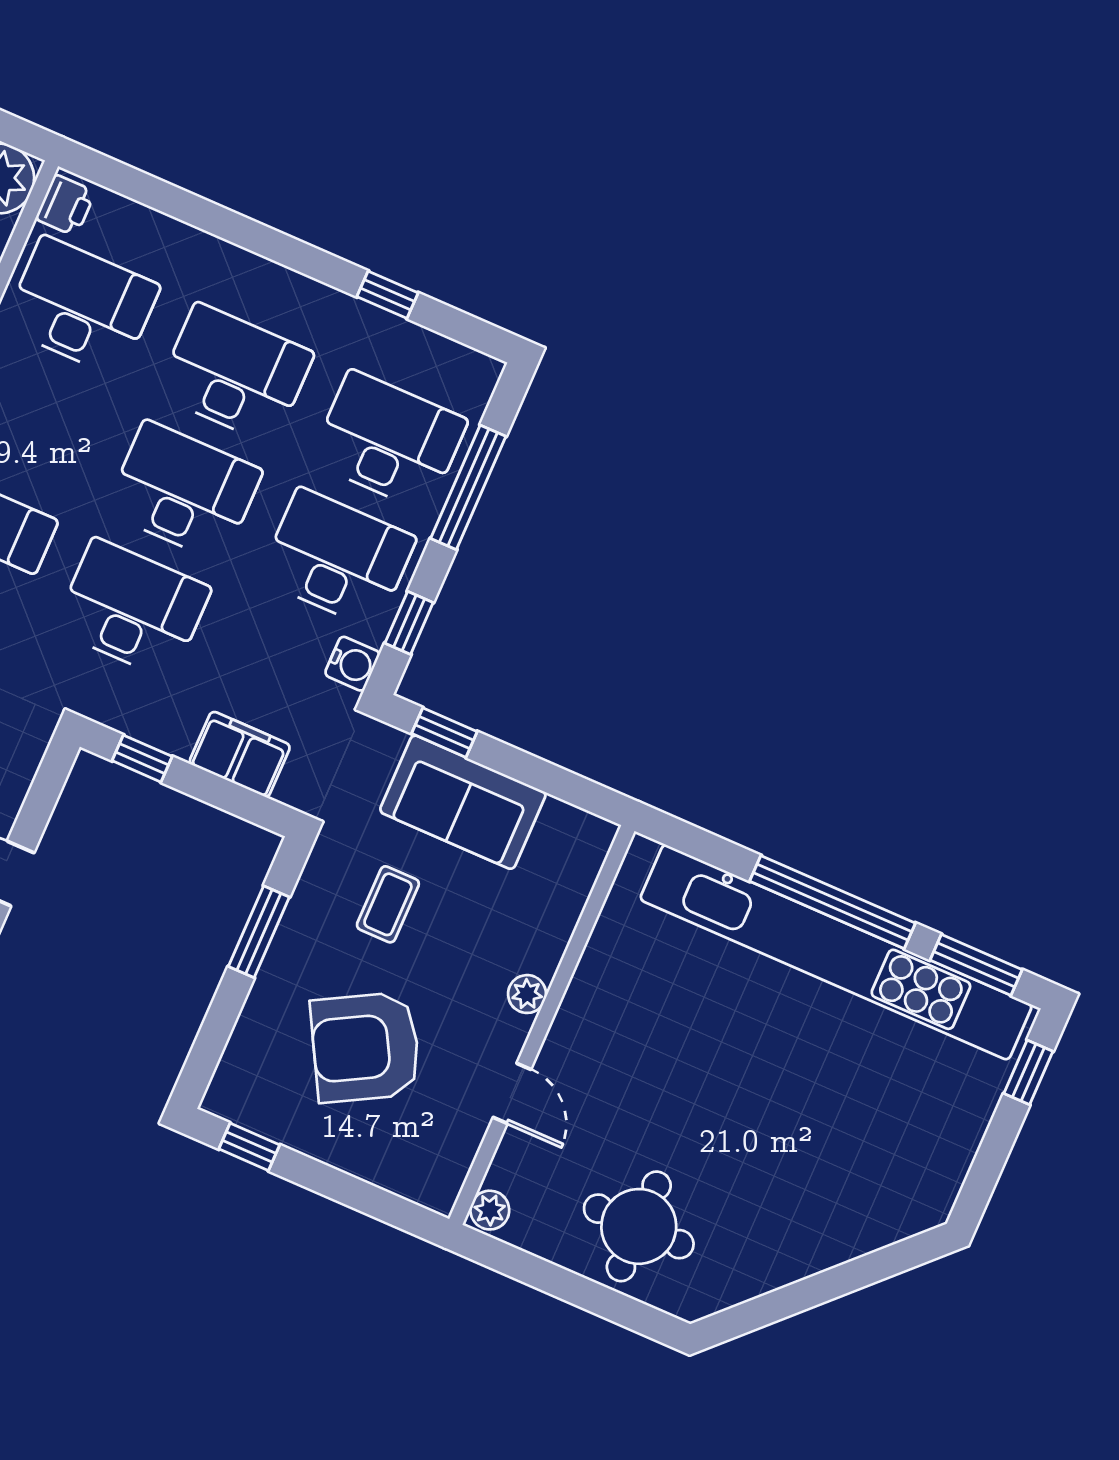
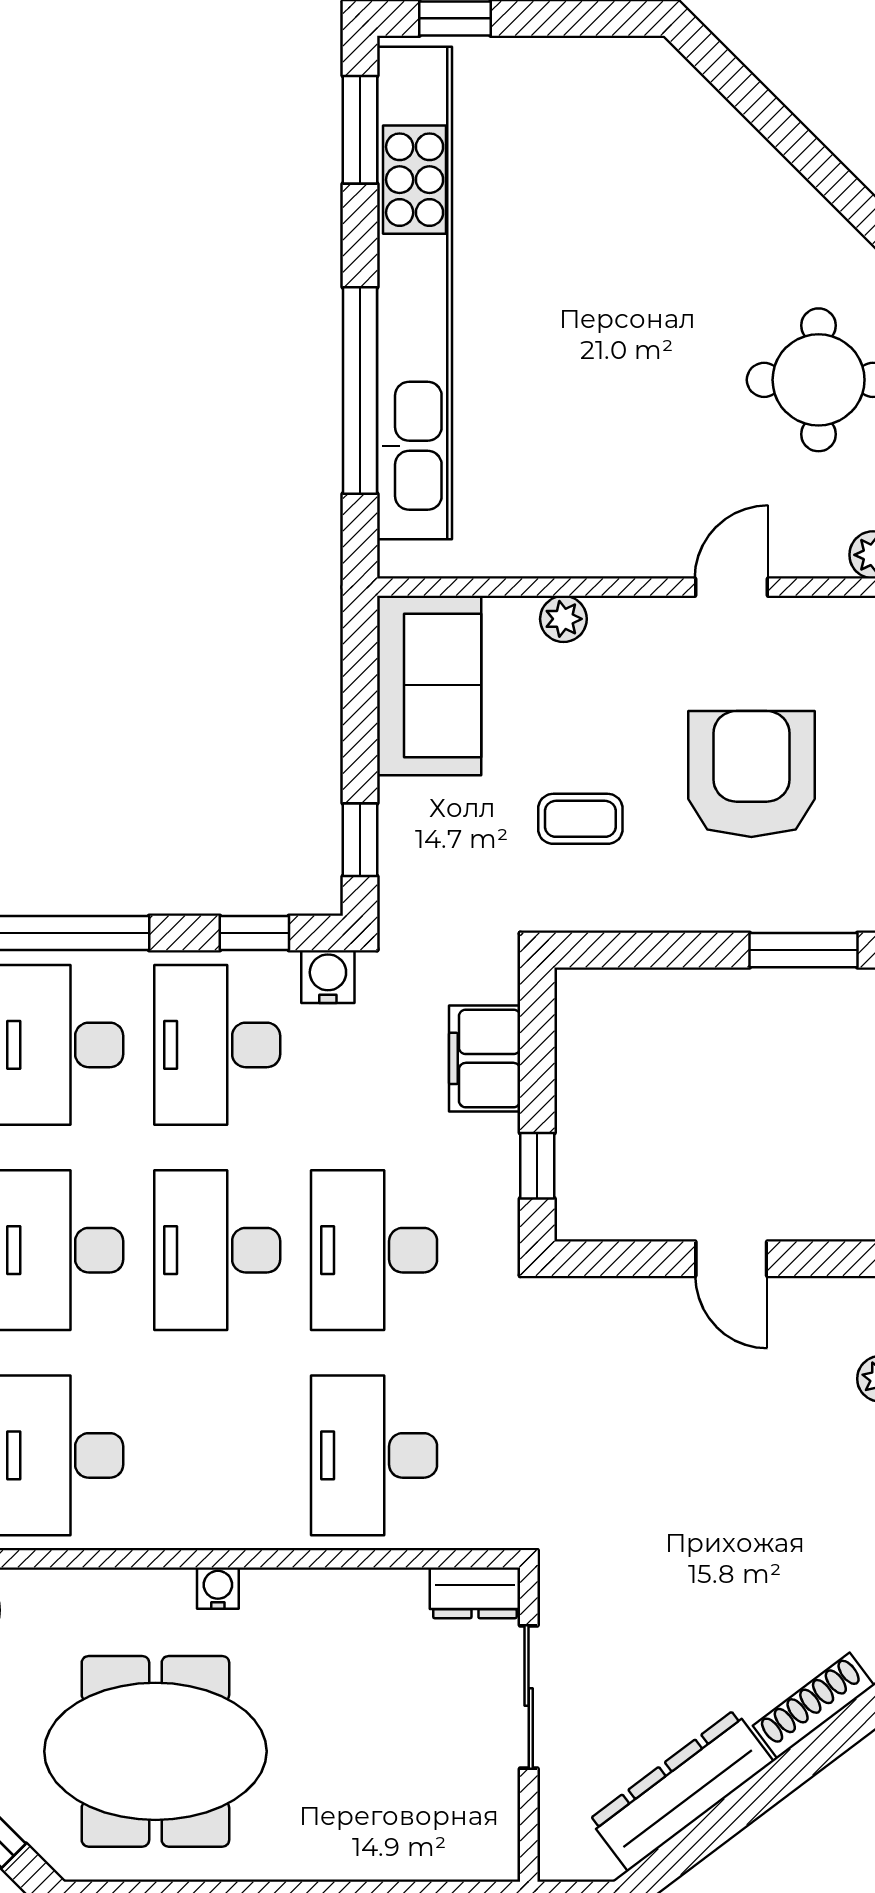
sofa: (463, 802) -> (429, 685), moved
window: (833, 902) -> (360, 390), moved
window: (259, 932) -> (804, 950), moved
plant: (527, 994) -> (563, 619), moved
armchair: (366, 1047) -> (751, 774), turned -151

